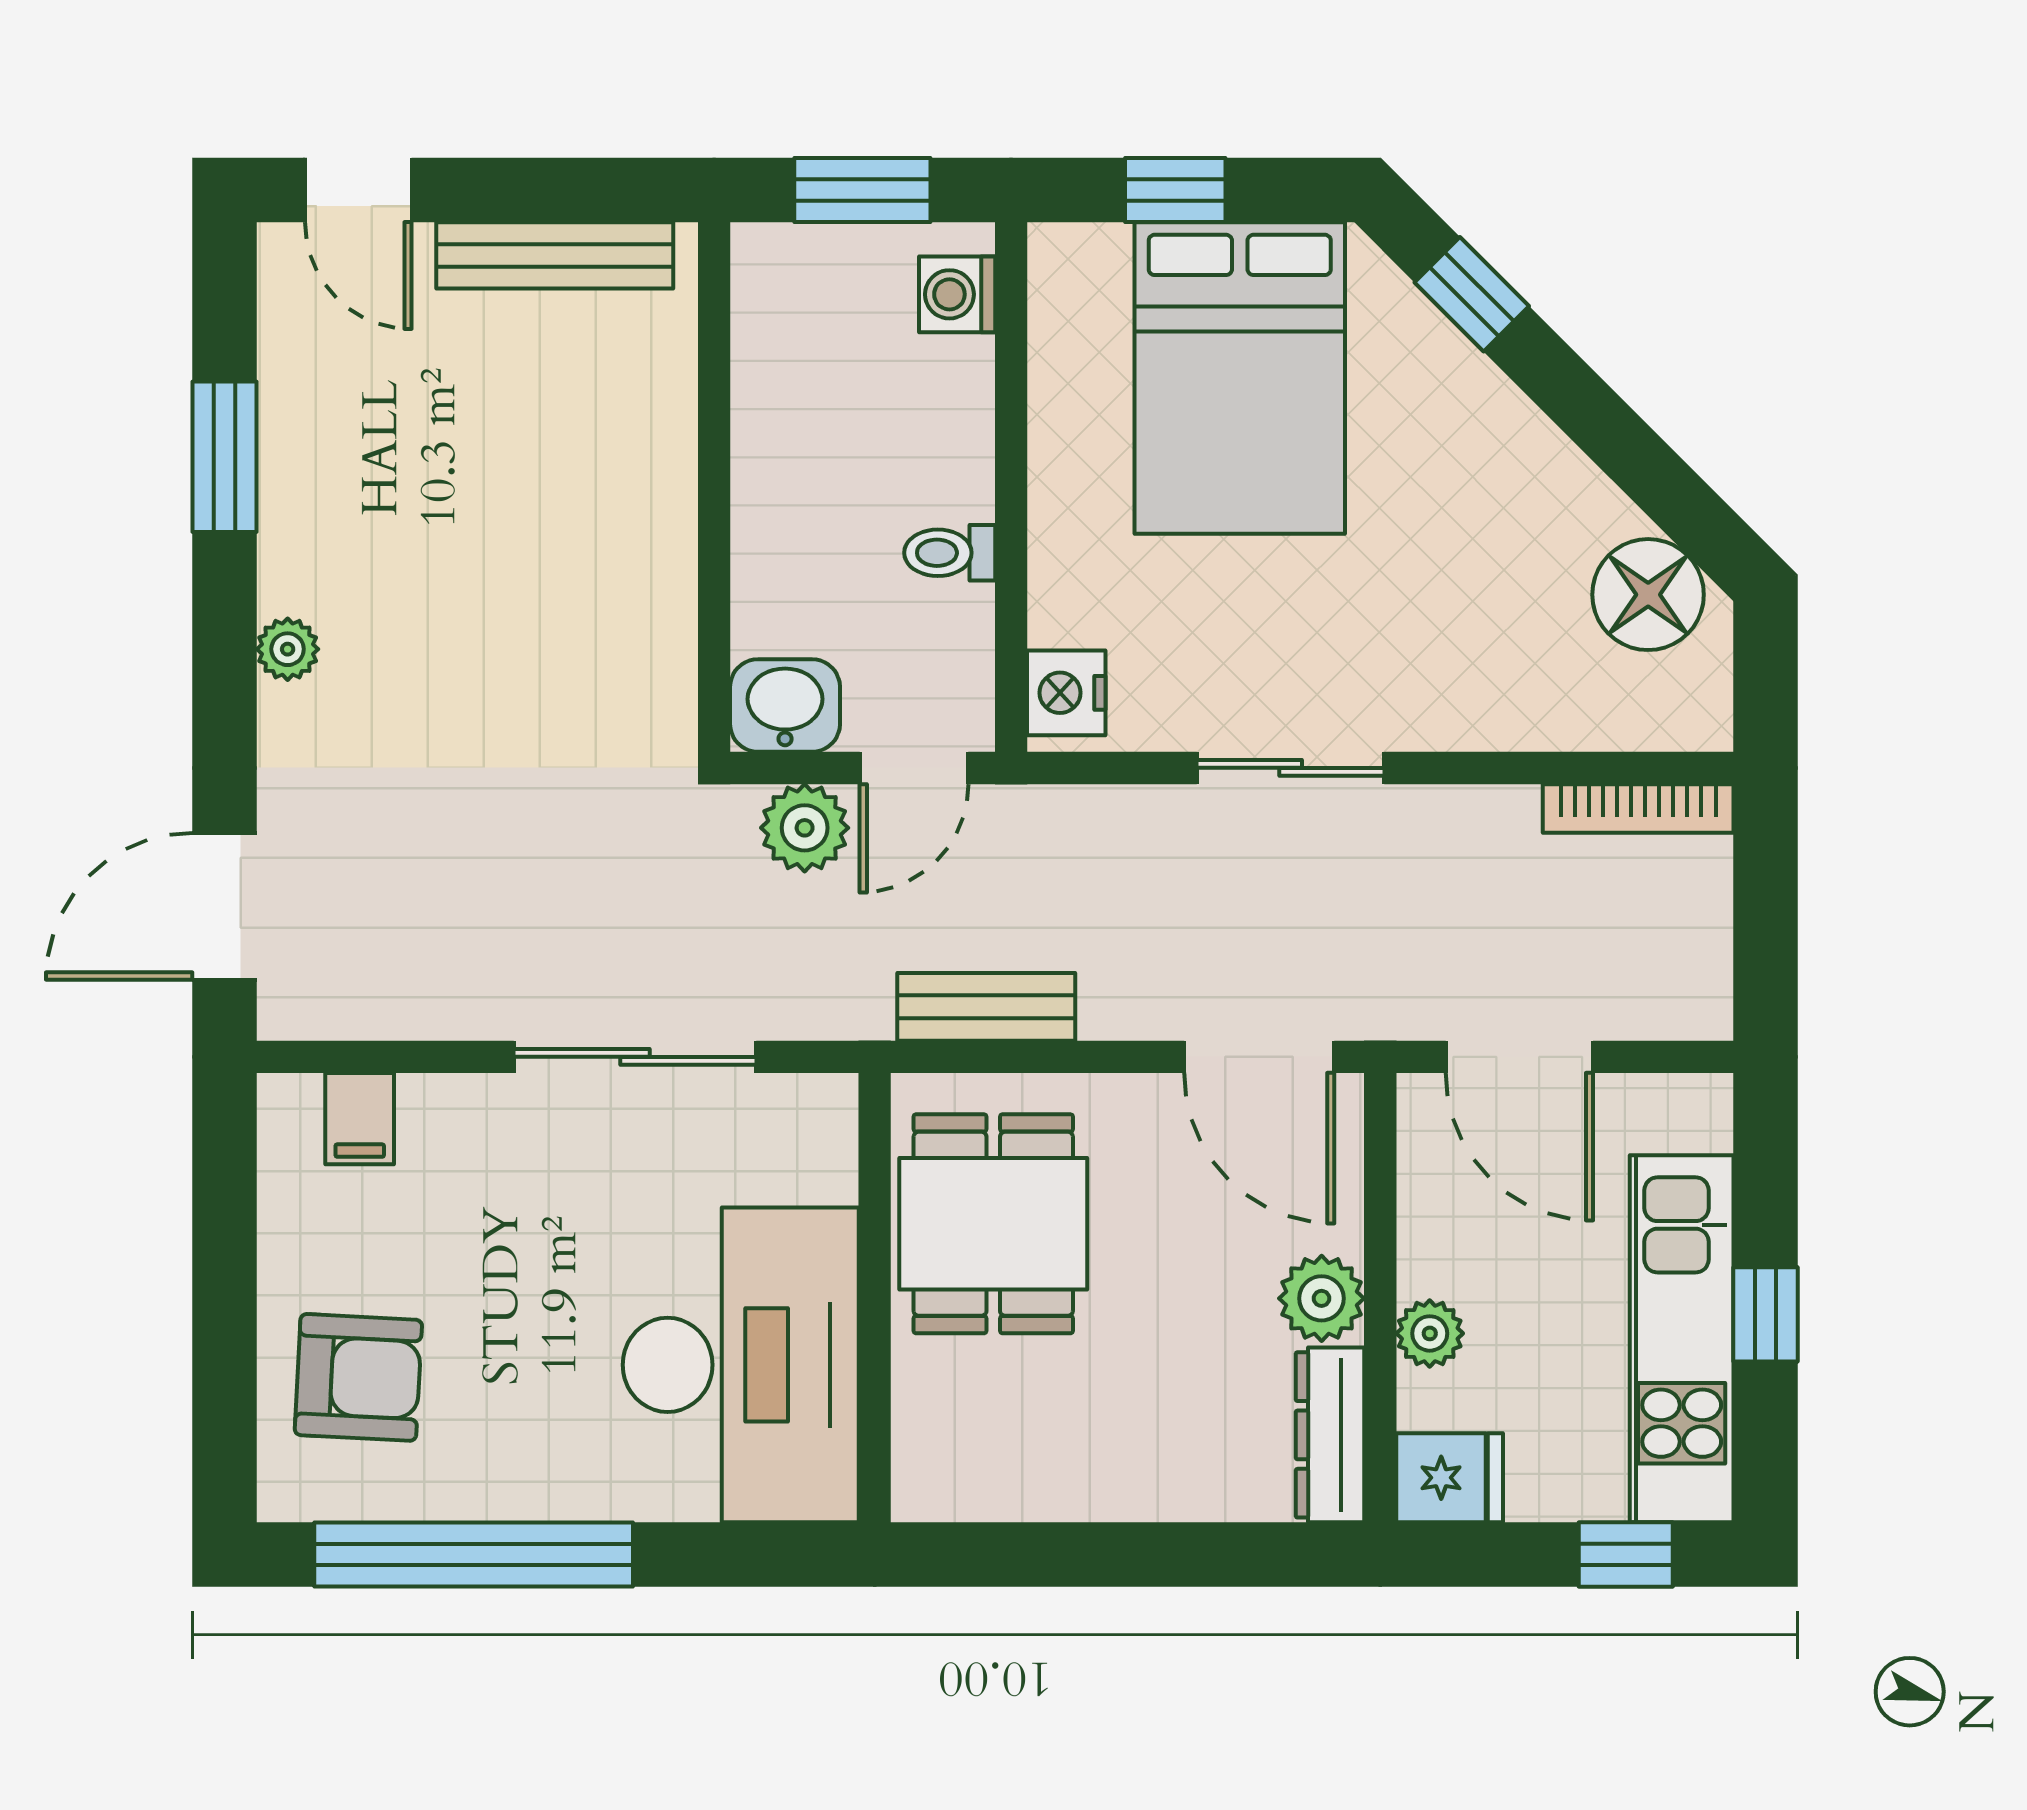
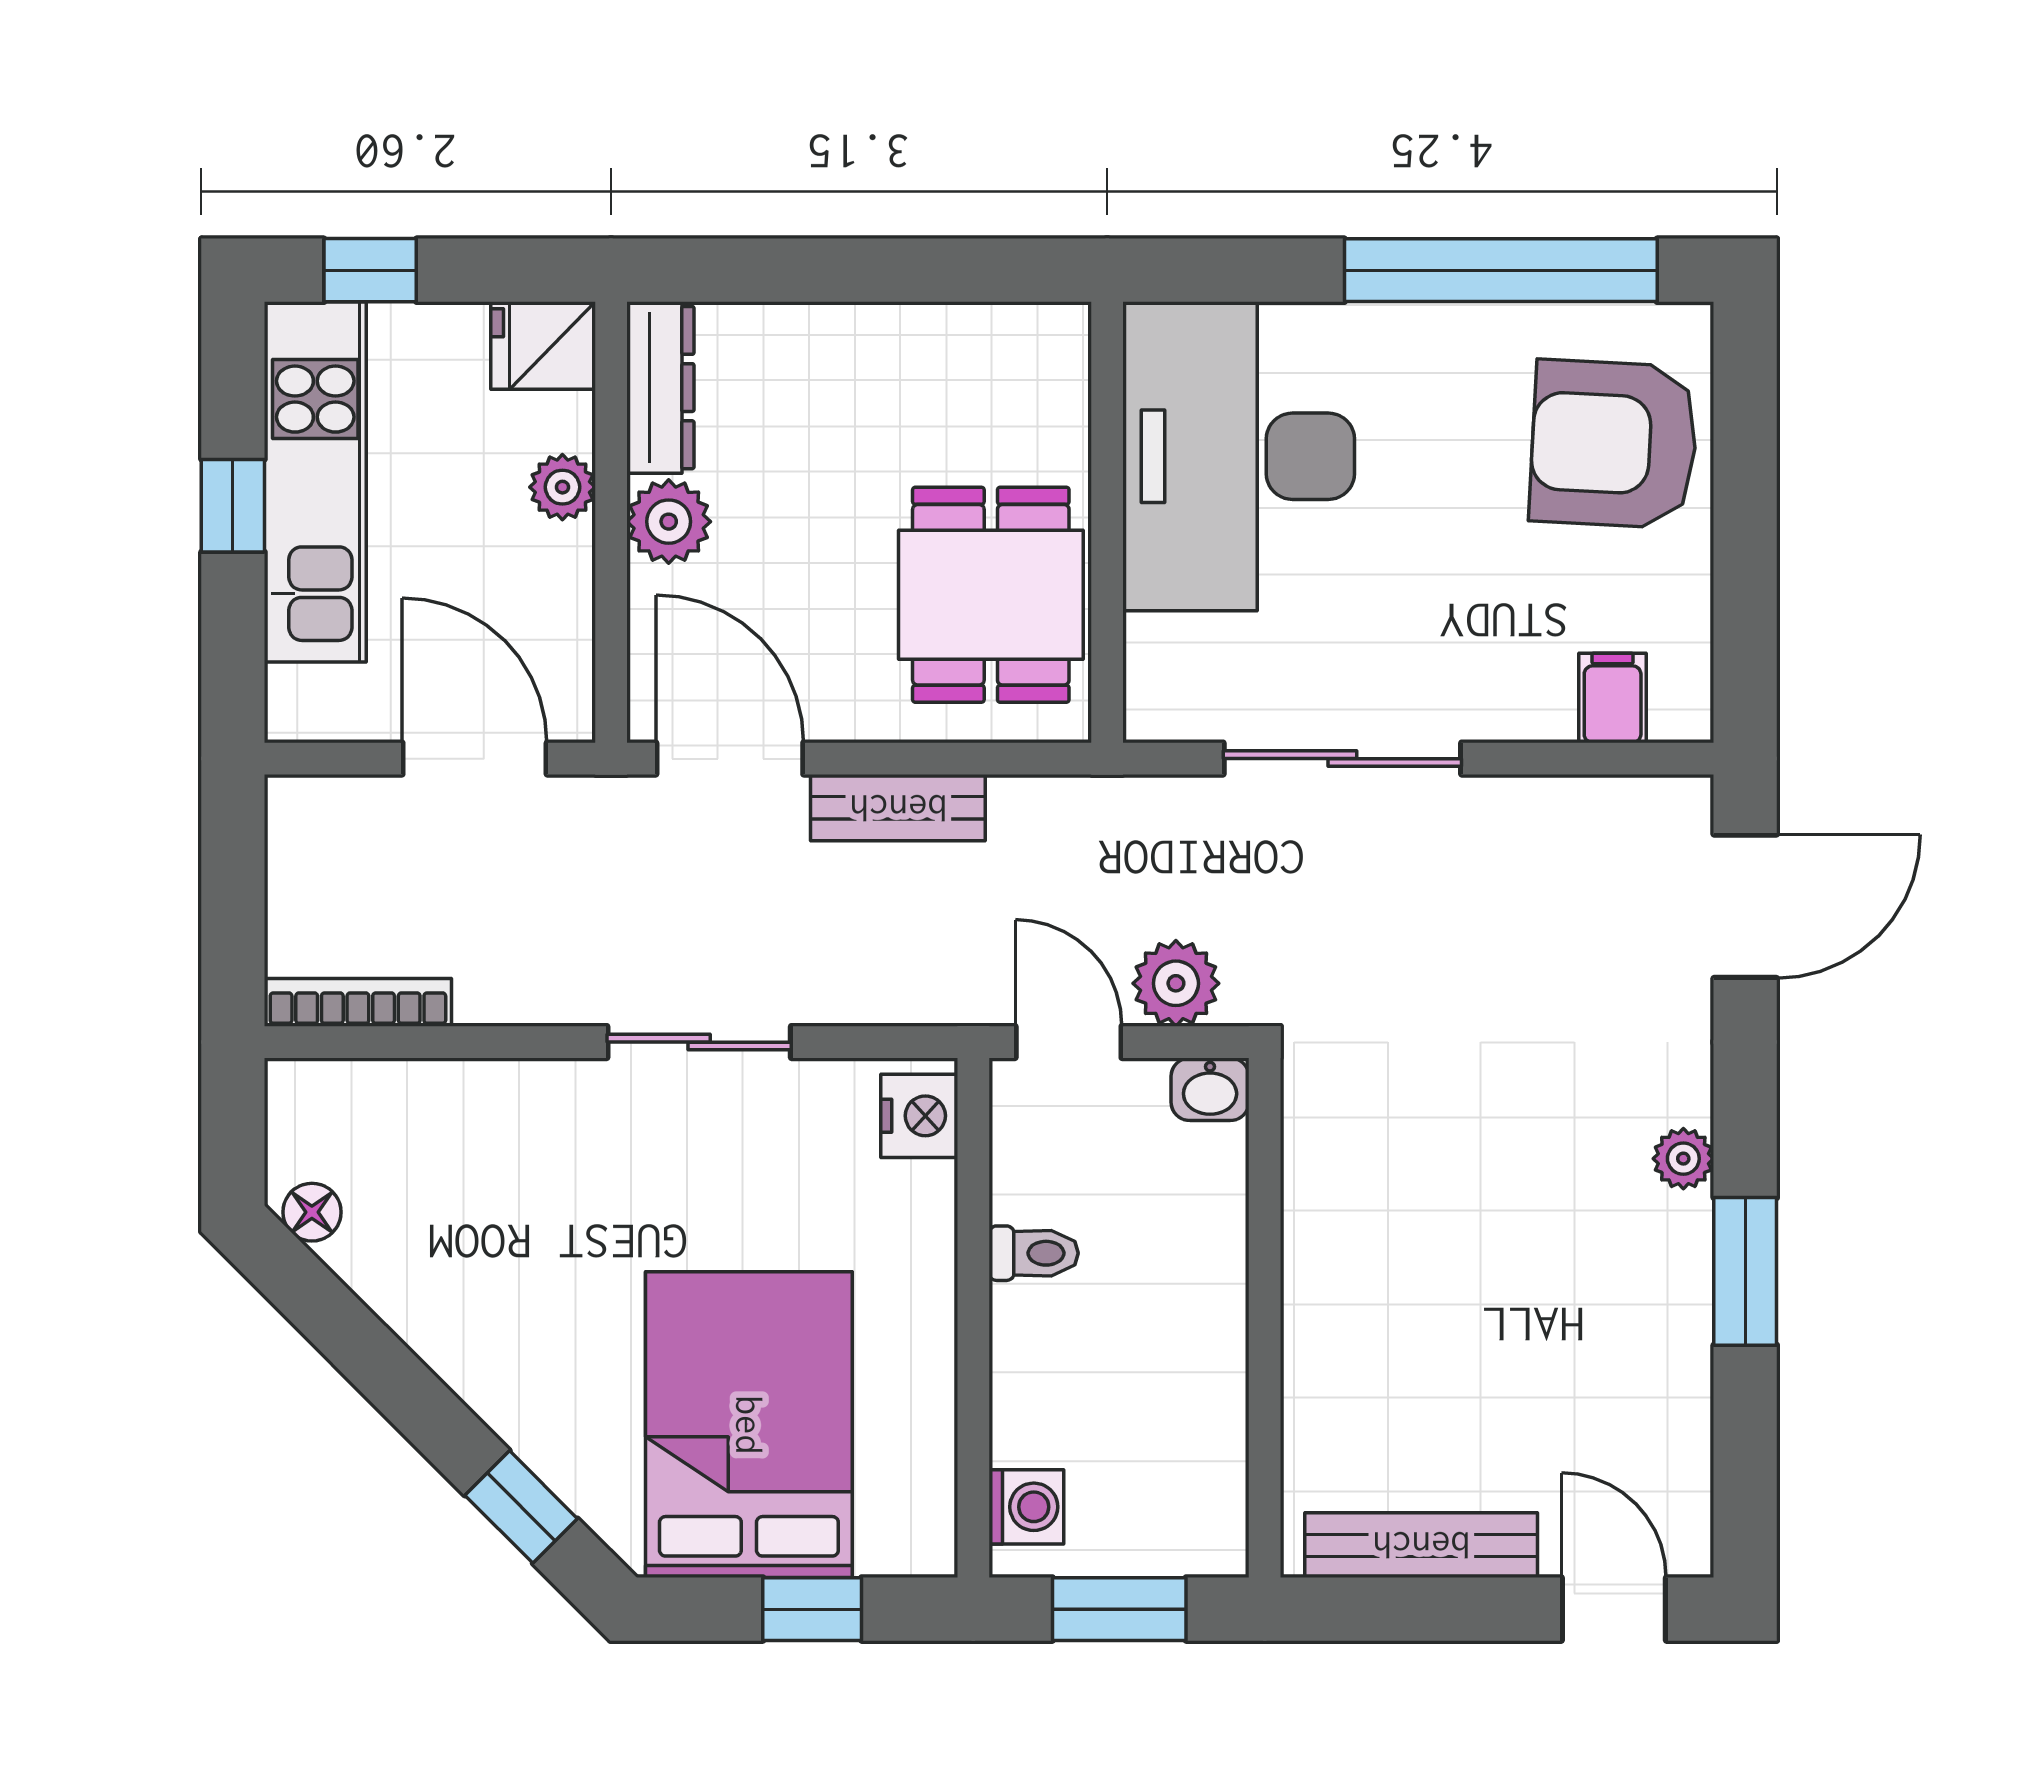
window: (225, 457) -> (1745, 1271), moved
floor lamp: (1648, 595) -> (312, 1212), width x0.53, depth x0.53
washbasin: (785, 705) -> (1210, 1089), width x0.72, depth x0.69
door: (914, 768) -> (1069, 1042), hinge flipped
bench: (986, 1007) -> (898, 808), moved
armchair: (358, 1377) -> (1614, 444), width x1.36, depth x1.36

